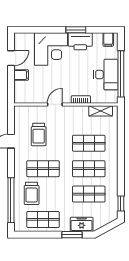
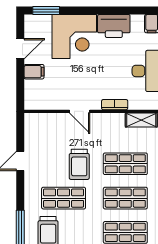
window: (76, 30) -> (46, 11), moved
door: (55, 104) -> (80, 111), swing flipped
trolley: (39, 135) -> (79, 164), moved

